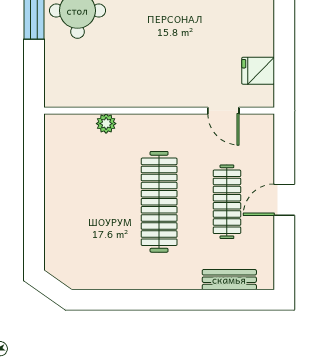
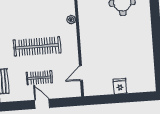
fridge: (258, 71) -> (120, 86), moved
clothes rail: (227, 202) -> (39, 78), width x0.73

